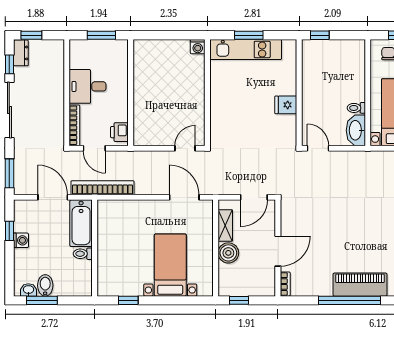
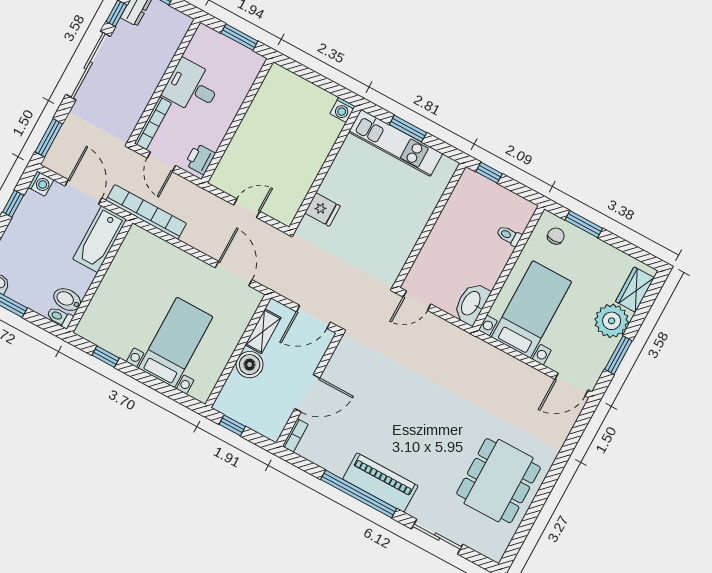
fridge: (286, 105) -> (322, 210), moved, turned 180
toilet: (356, 108) -> (509, 236), moved
door: (185, 148) -> (247, 208), moved
door: (318, 148) -> (417, 301), swing flipped
washing machine: (21, 240) -> (41, 184), moved
toilet: (83, 254) -> (60, 317), moved
bidet: (45, 285) -> (67, 300), moved, turned -90

